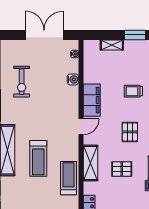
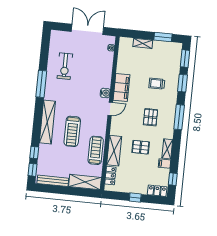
water cooler: (73, 79) -> (105, 93), moved
shelving: (91, 163) -> (114, 151), moved

